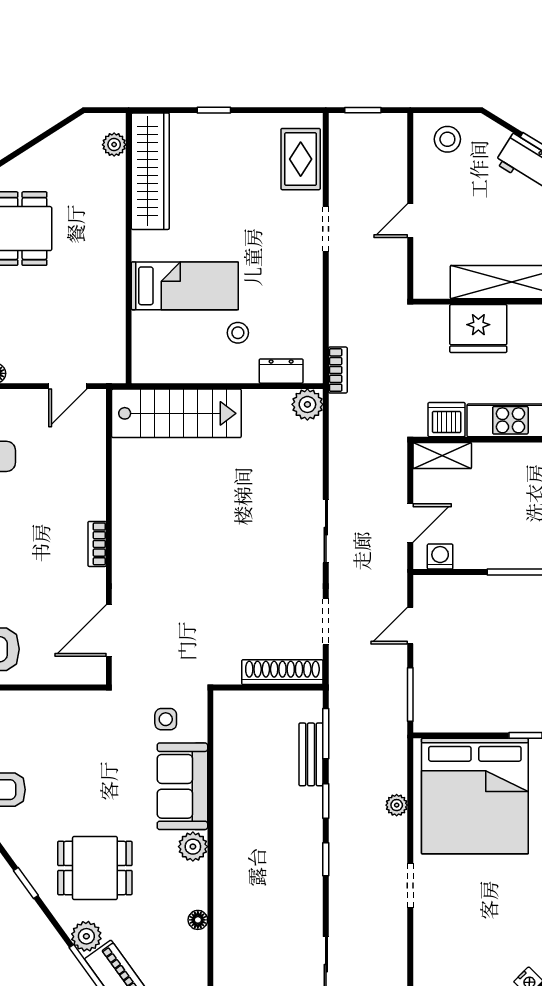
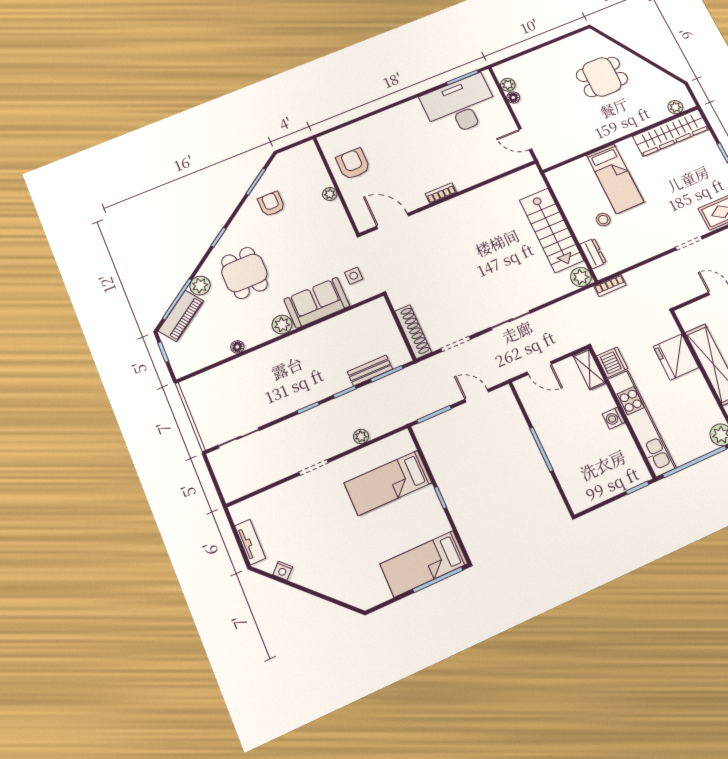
stairs: (176, 413) -> (551, 230), moved
washing machine: (440, 557) -> (614, 418), moved, turned 180
plant: (29, 701) -> (330, 194), added
bed: (475, 796) -> (388, 483), width x0.49

